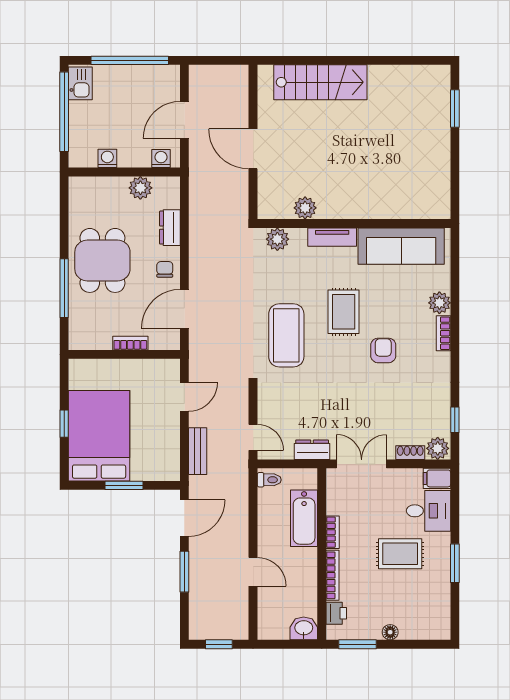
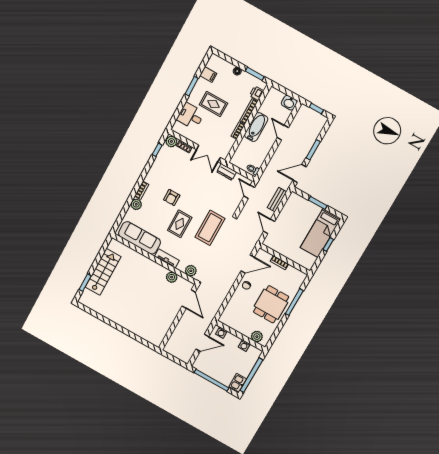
stairs: (320, 82) -> (103, 272), moved, turned 90
door: (253, 149) -> (189, 299), moved
plant: (140, 188) -> (257, 337), moved
dresser: (170, 228) -> (234, 302), removed
door: (184, 397) -> (269, 226), hinge flipped
bed: (99, 436) -> (321, 233), width x0.67
filing cabinet: (437, 478) -> (208, 75), moved
bathtub: (304, 518) -> (256, 127), moved
washbasin: (304, 628) -> (289, 103), moved

